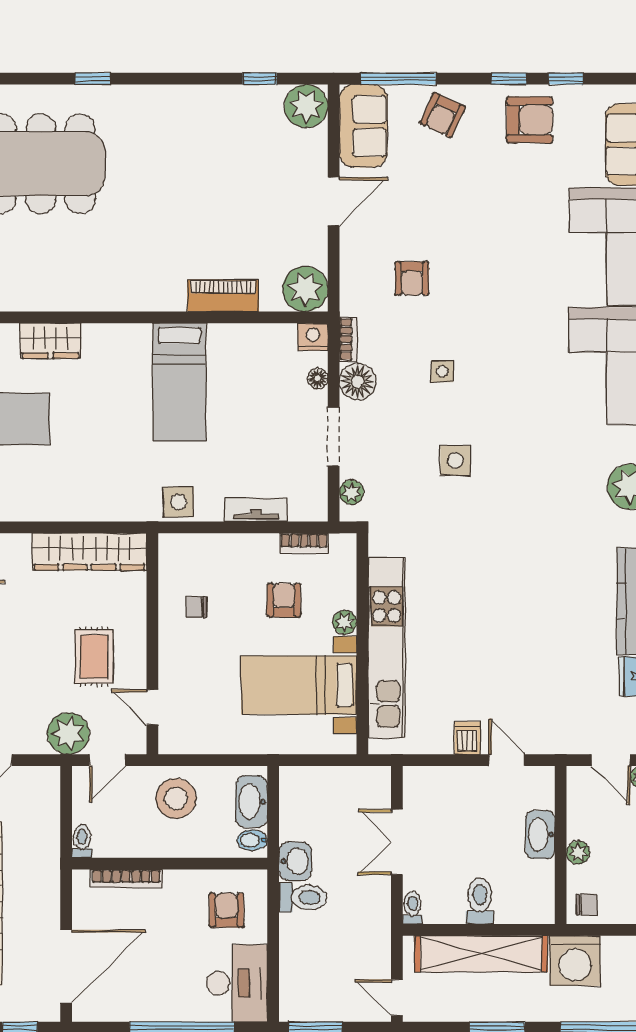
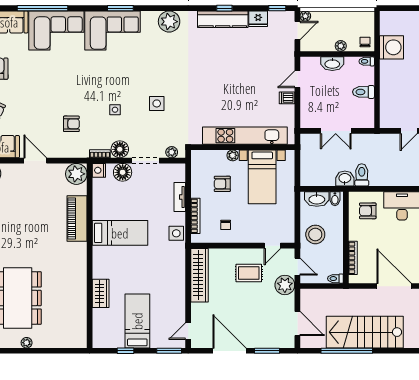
piano: (223, 296) -> (77, 219), width x1.37, depth x1.33
floor lamp: (318, 378) -> (123, 172), width x1.89, depth x1.89
bookcase: (304, 543) -> (195, 216), moved, width x1.56
toilet: (412, 908) -> (367, 61), moved
shelving: (481, 954) -> (388, 91), removed

